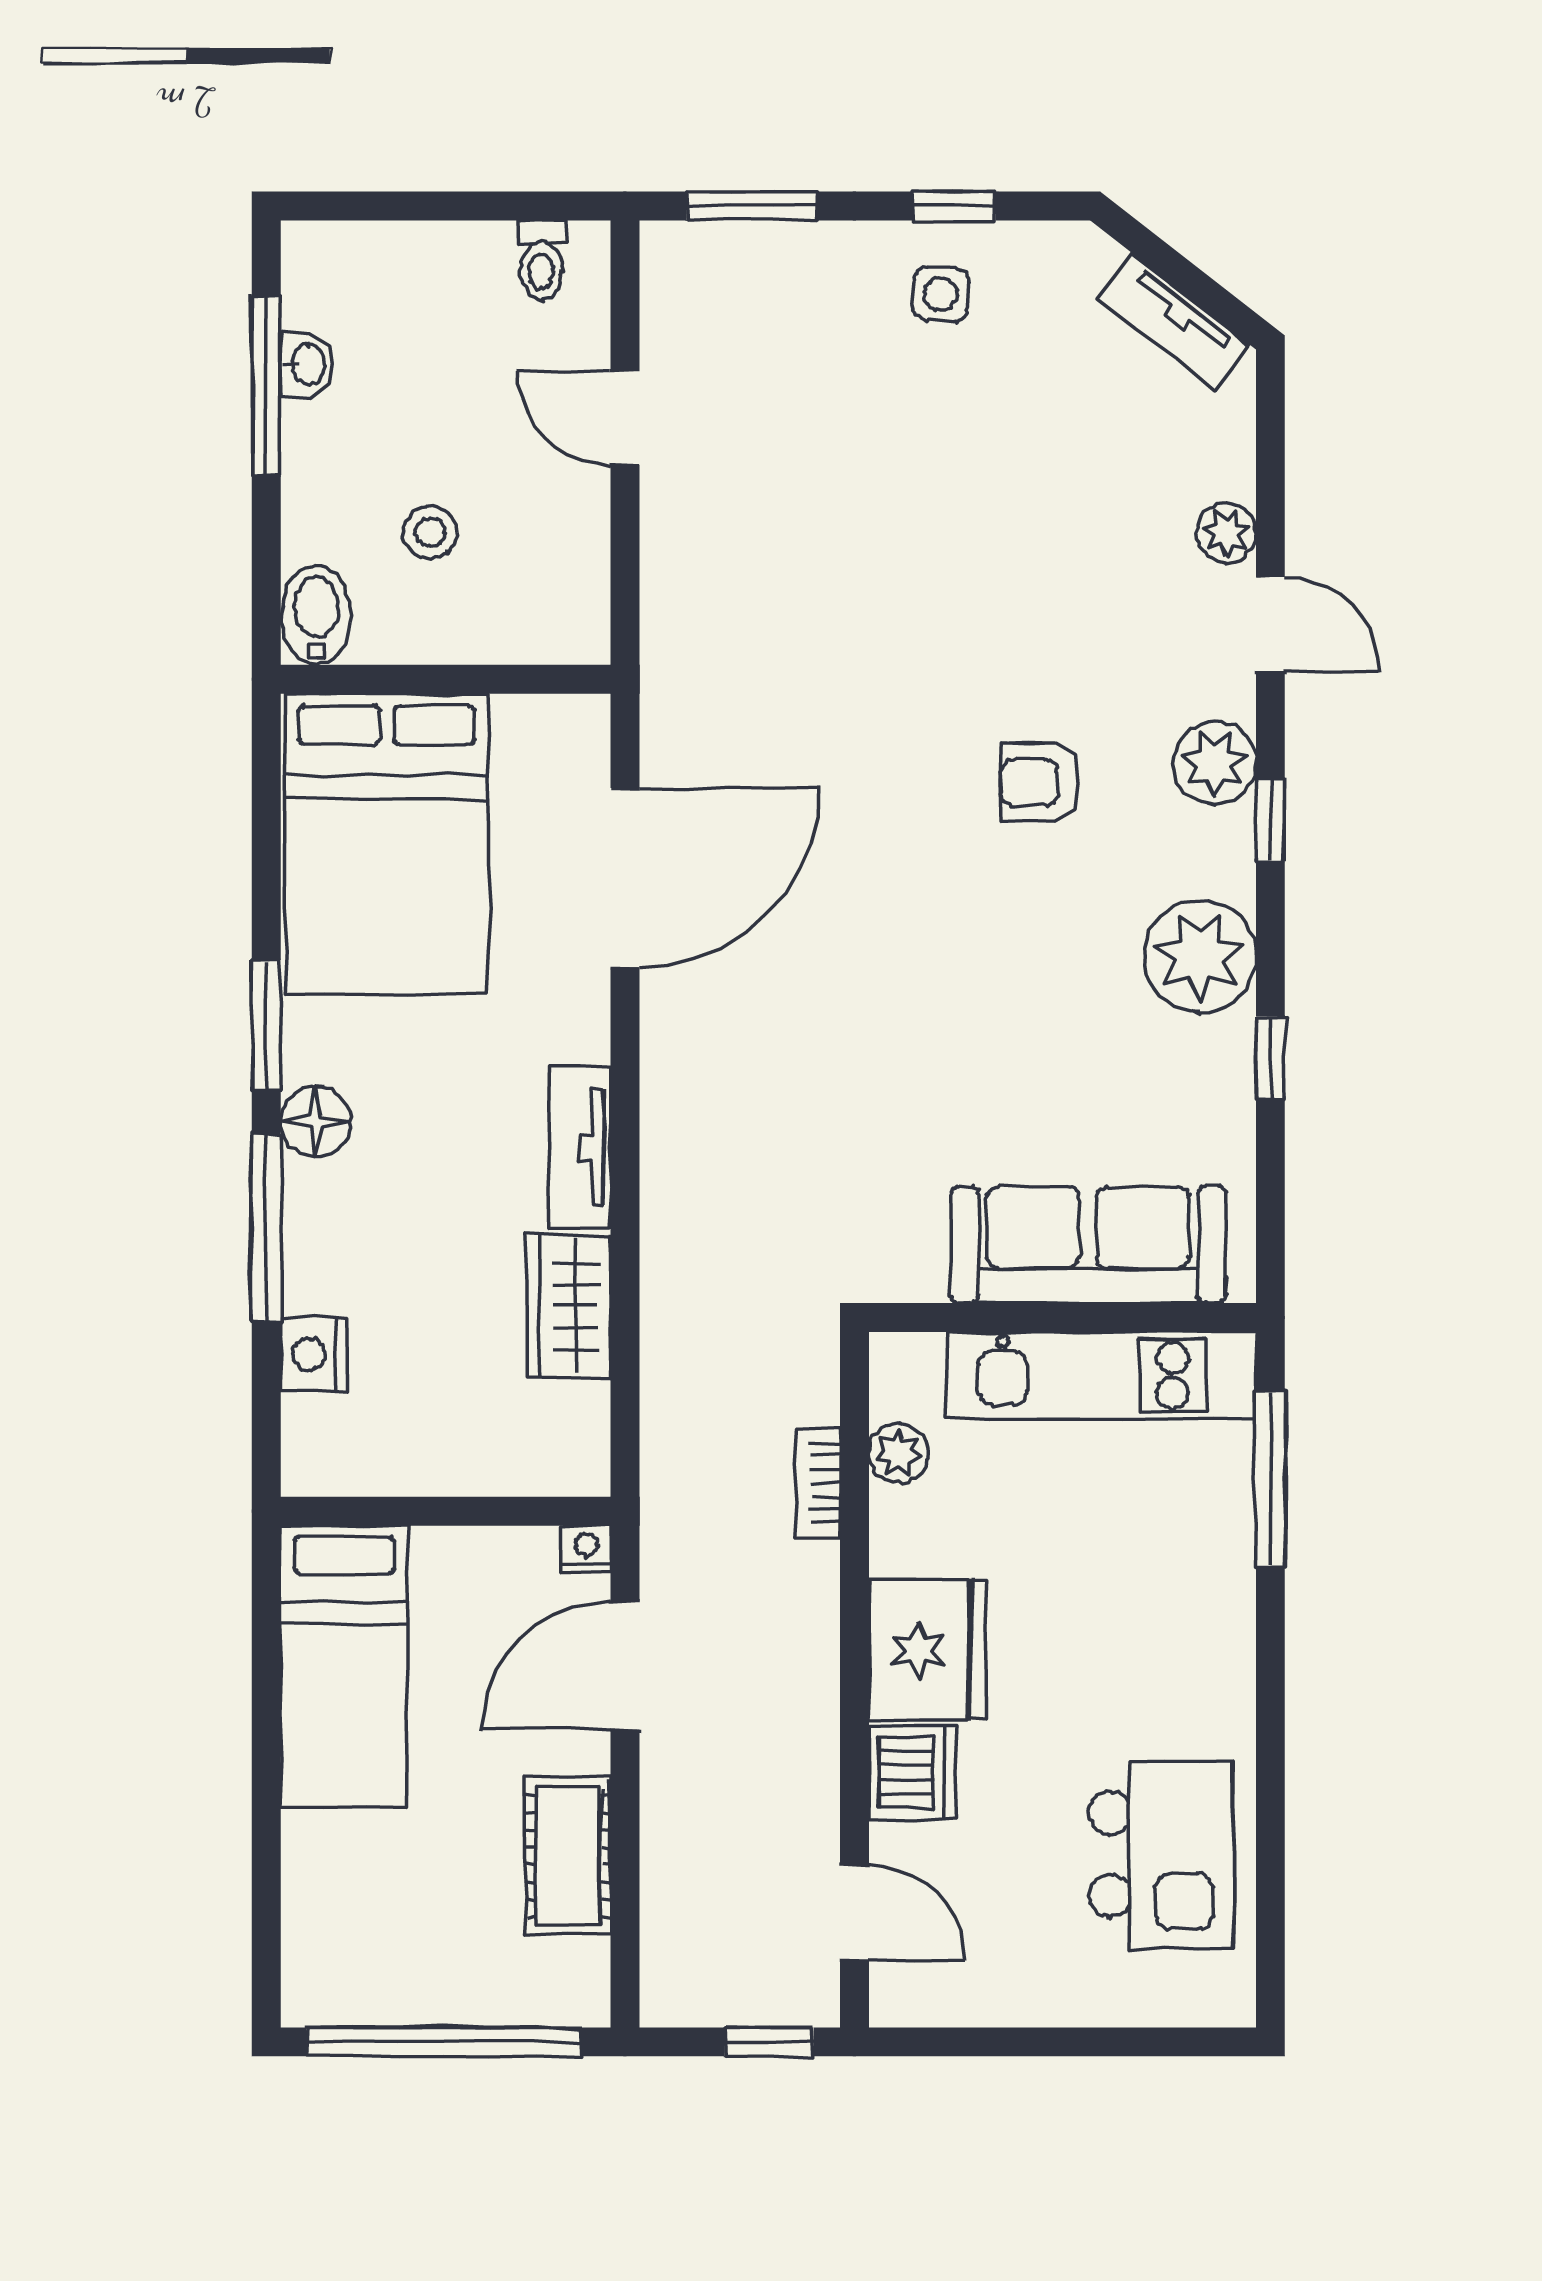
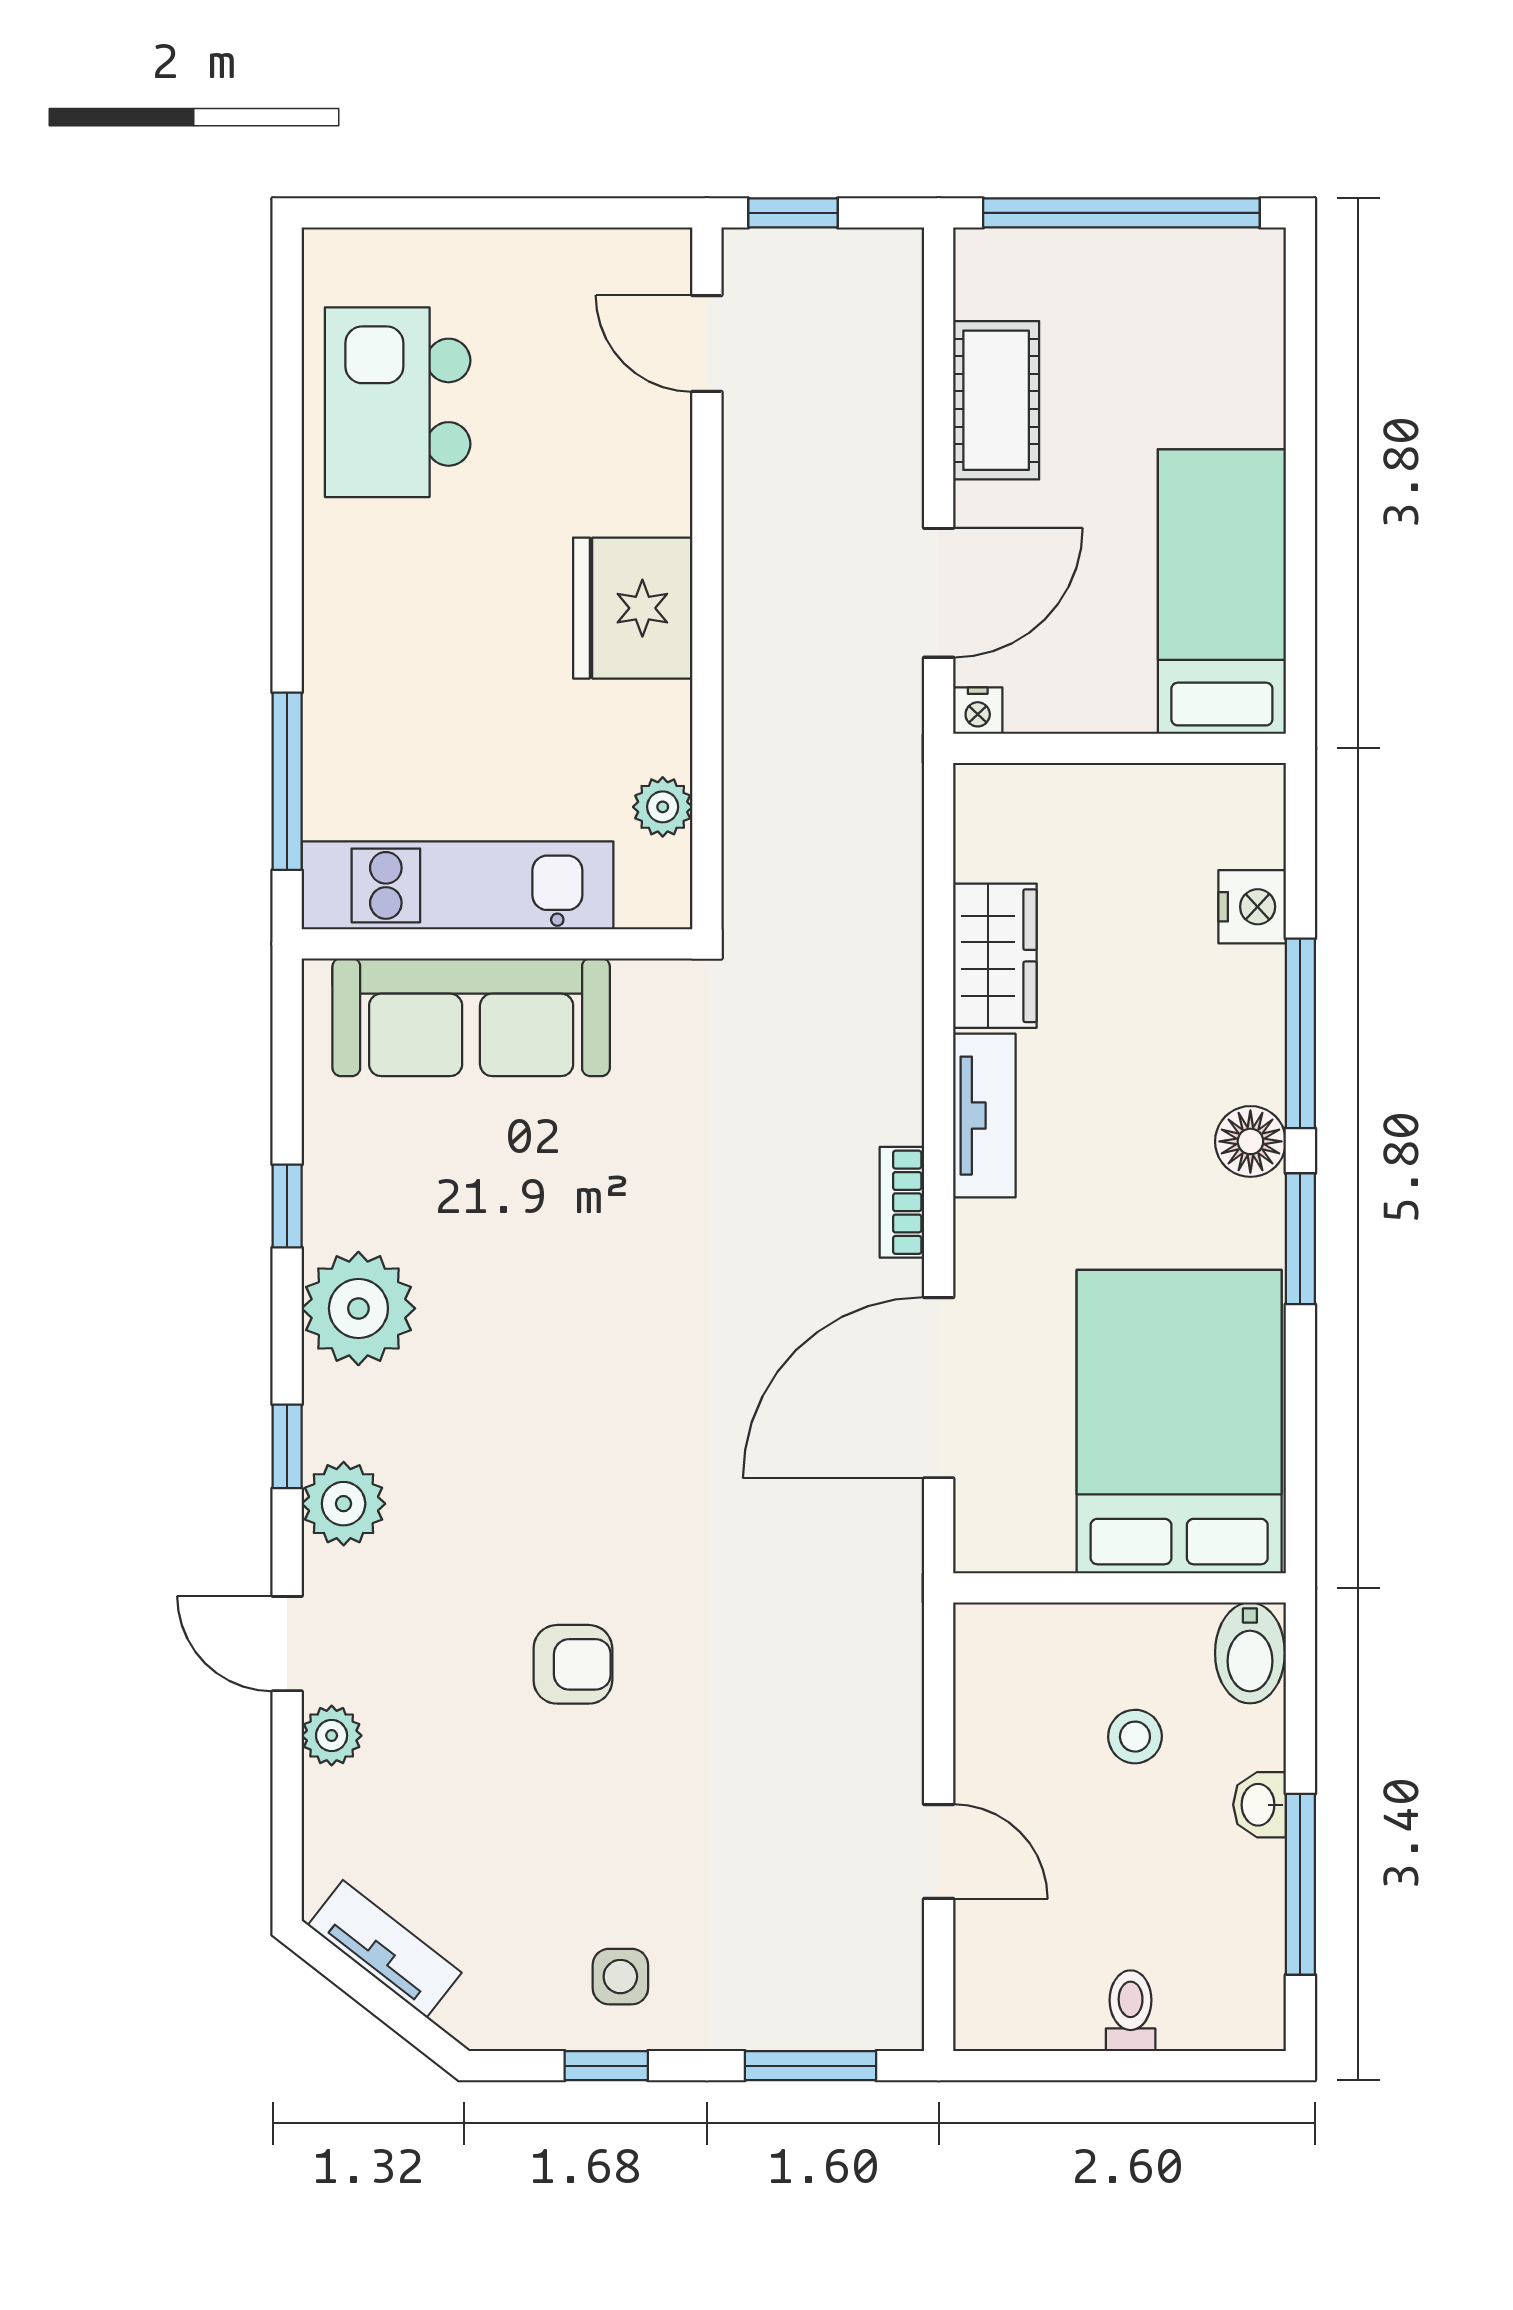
toilet: (541, 260) -> (1131, 2011), moved
washbasin: (307, 365) -> (1260, 1805), moved
armchair: (1040, 783) -> (573, 1664), moved
bookcase: (818, 1483) -> (902, 1202), moved, turned 180
dishwasher: (912, 1772) -> (648, 485), removed

